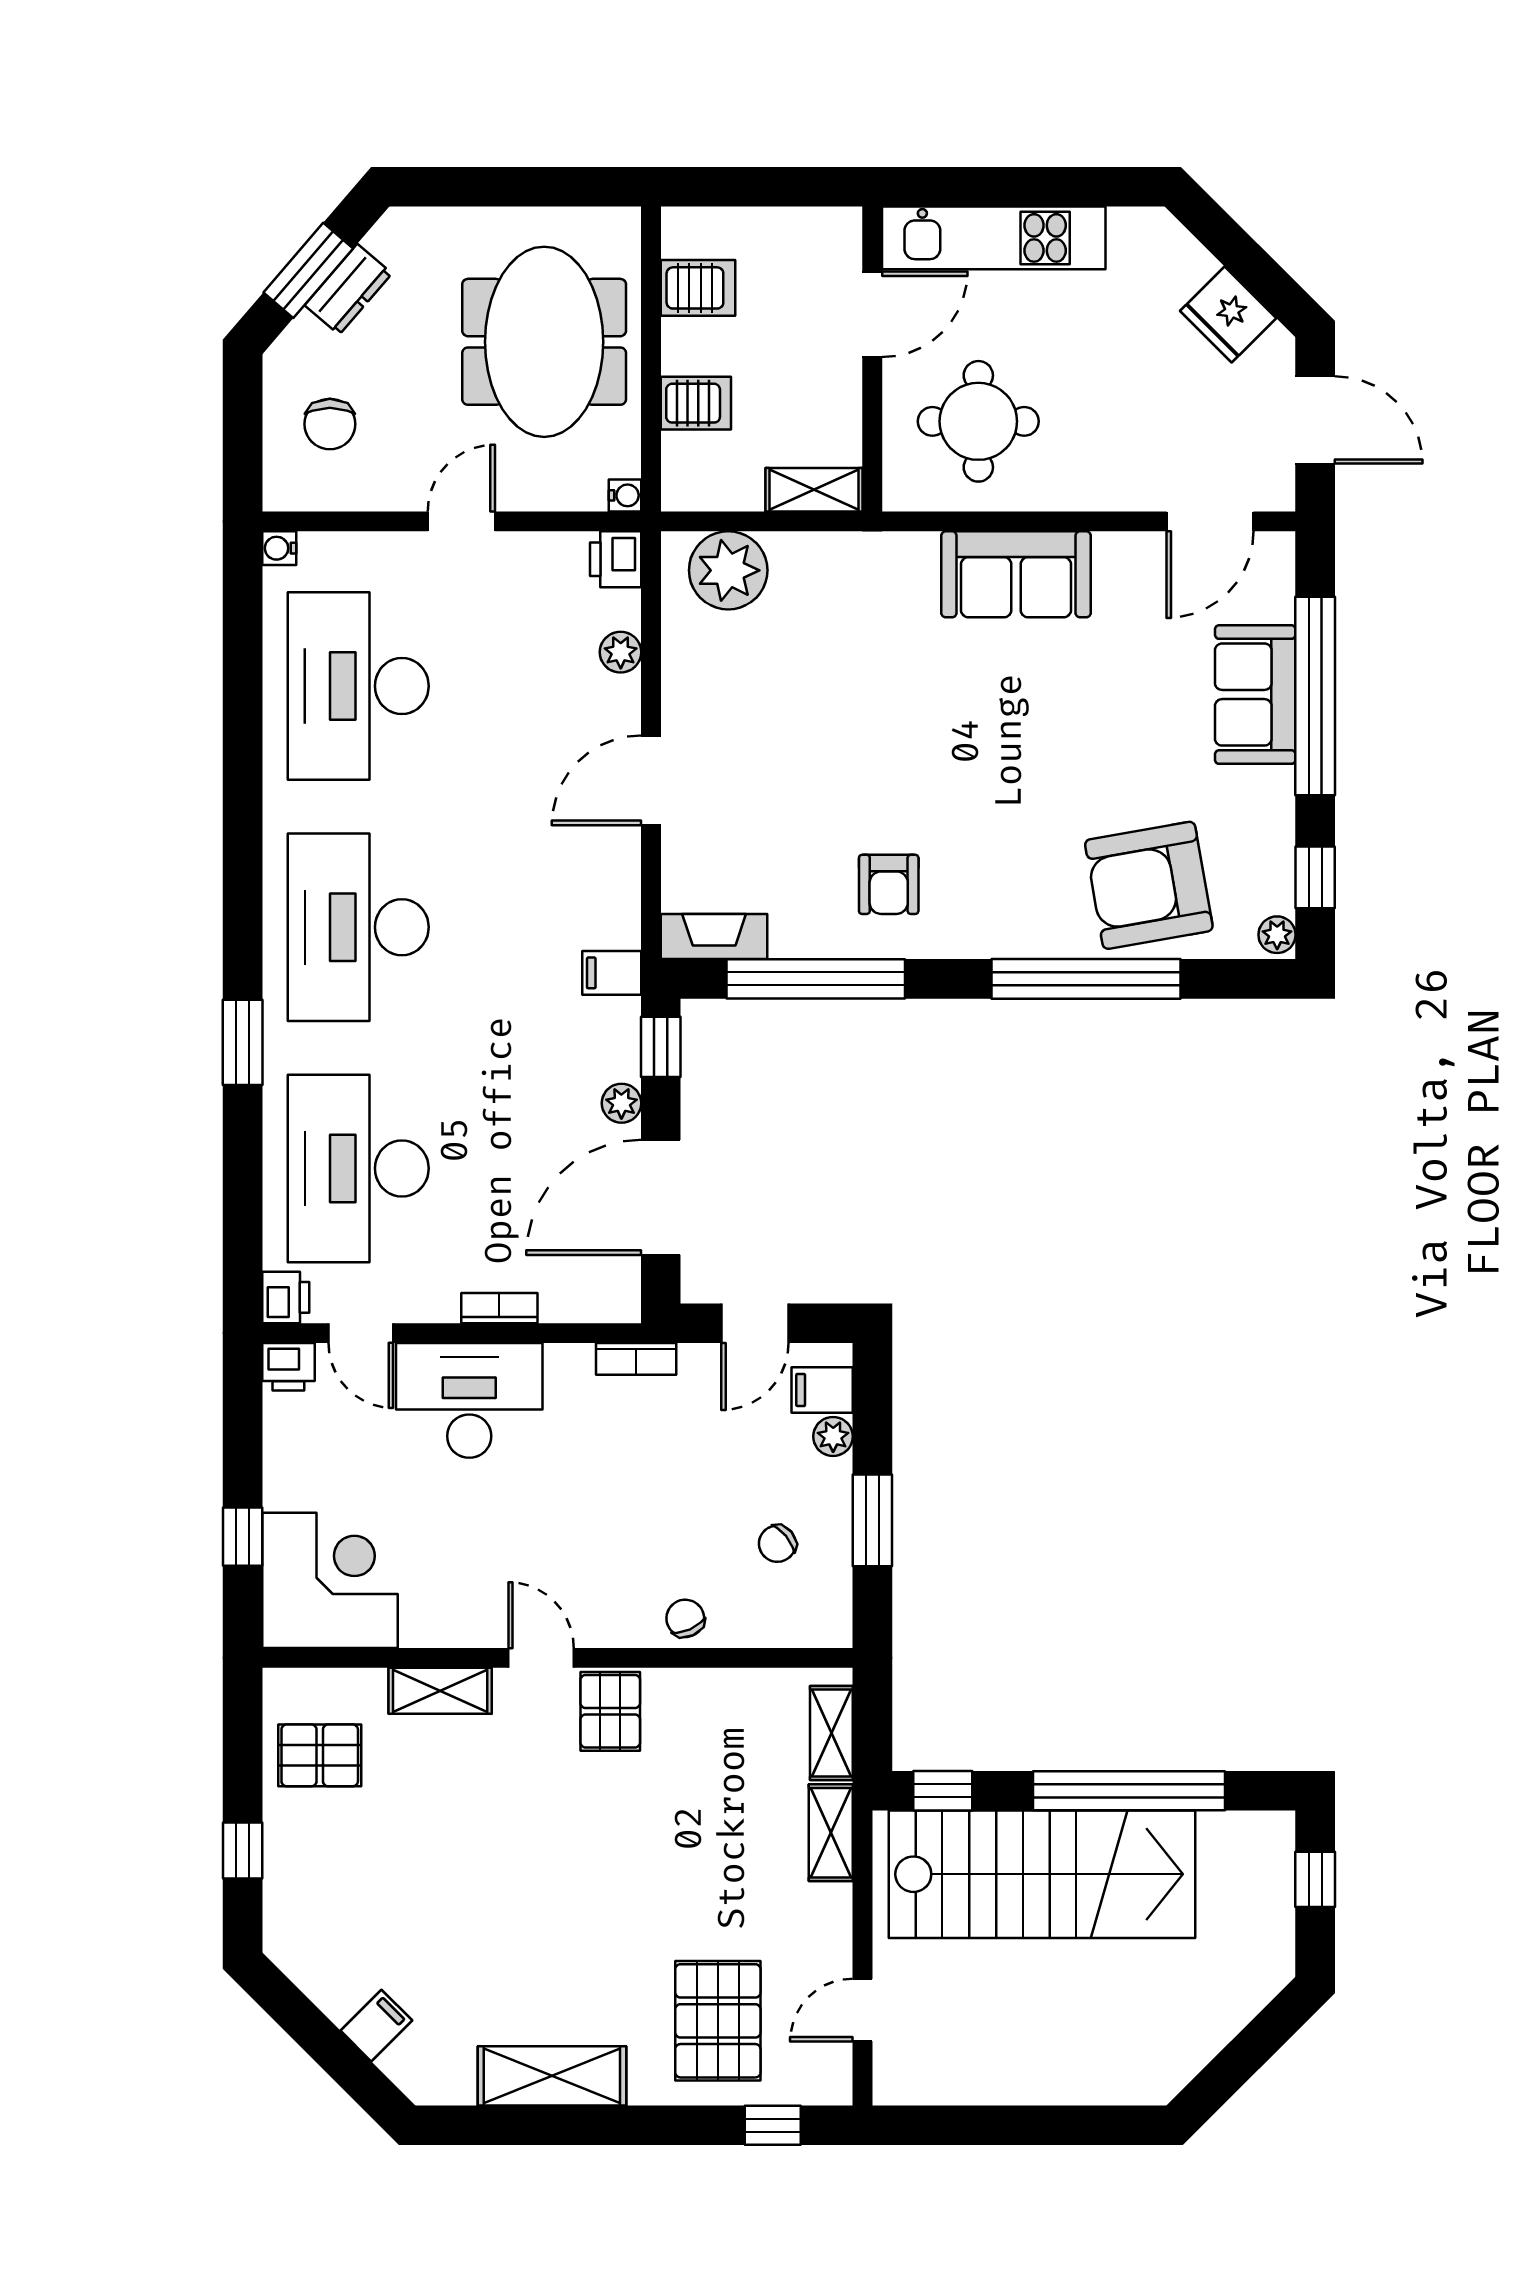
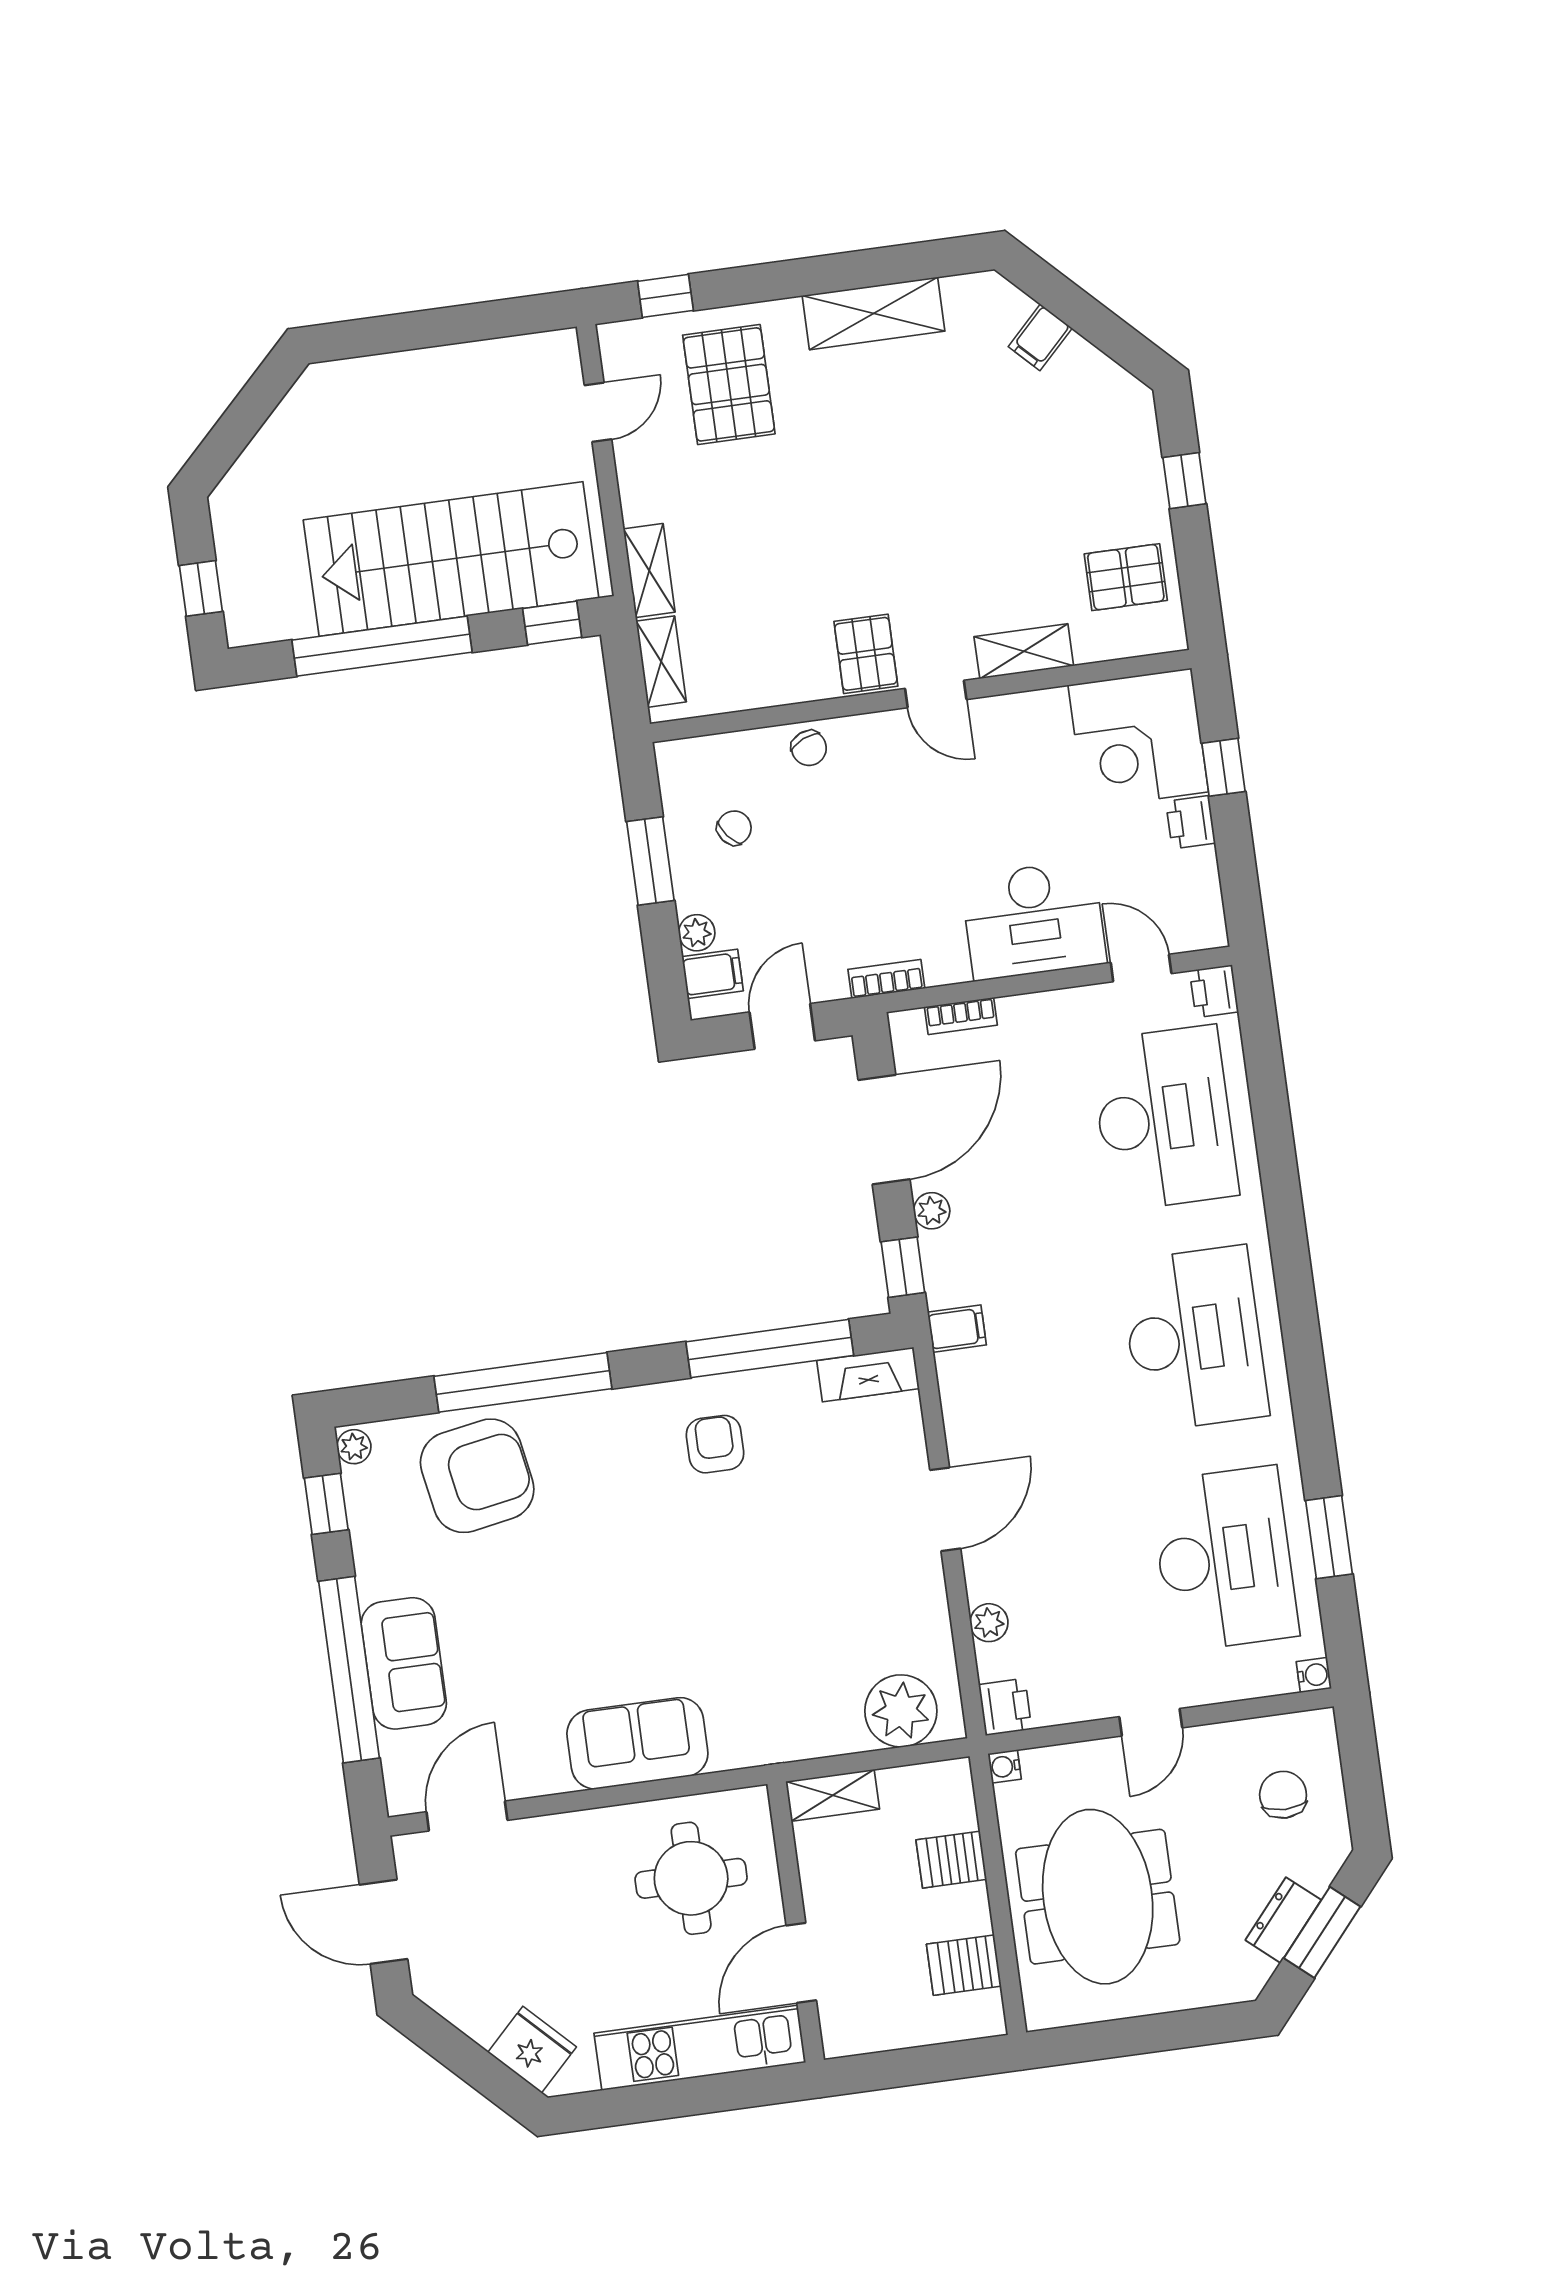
fridge: (1228, 315) -> (532, 2050), moved
window: (243, 1042) -> (1329, 1537), moved
bookcase: (499, 1308) -> (961, 1016), moved
printer: (288, 1367) -> (1191, 822), moved, turned -90

